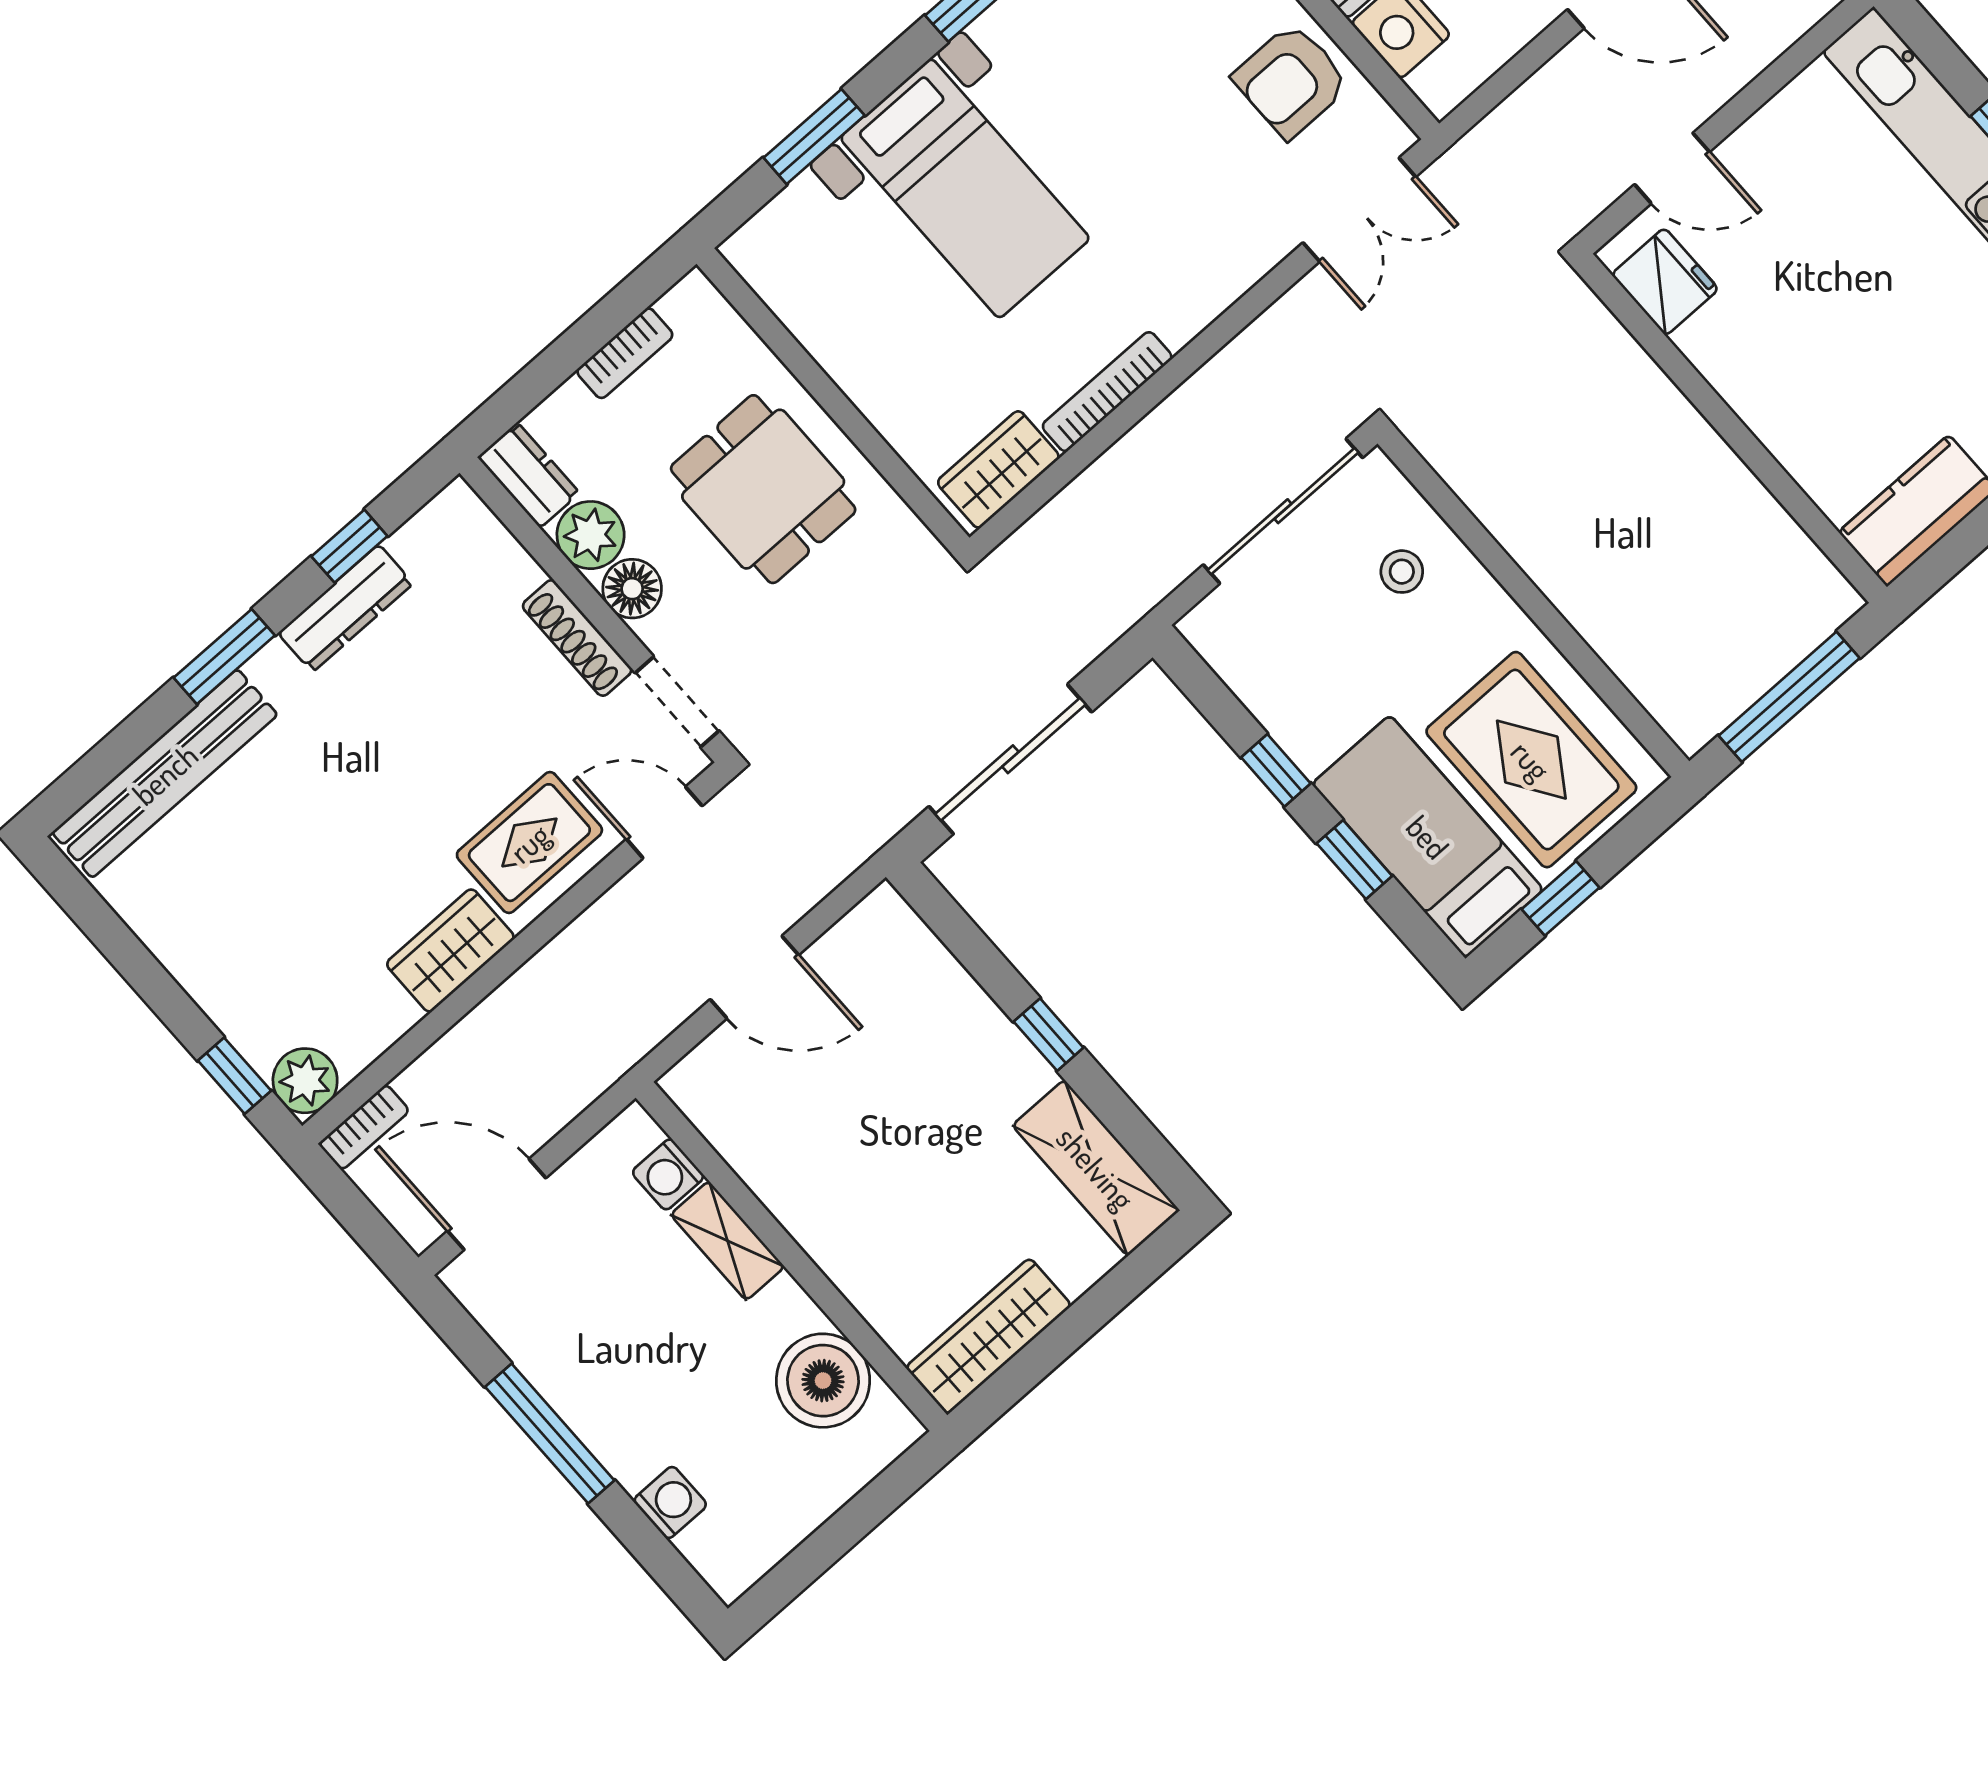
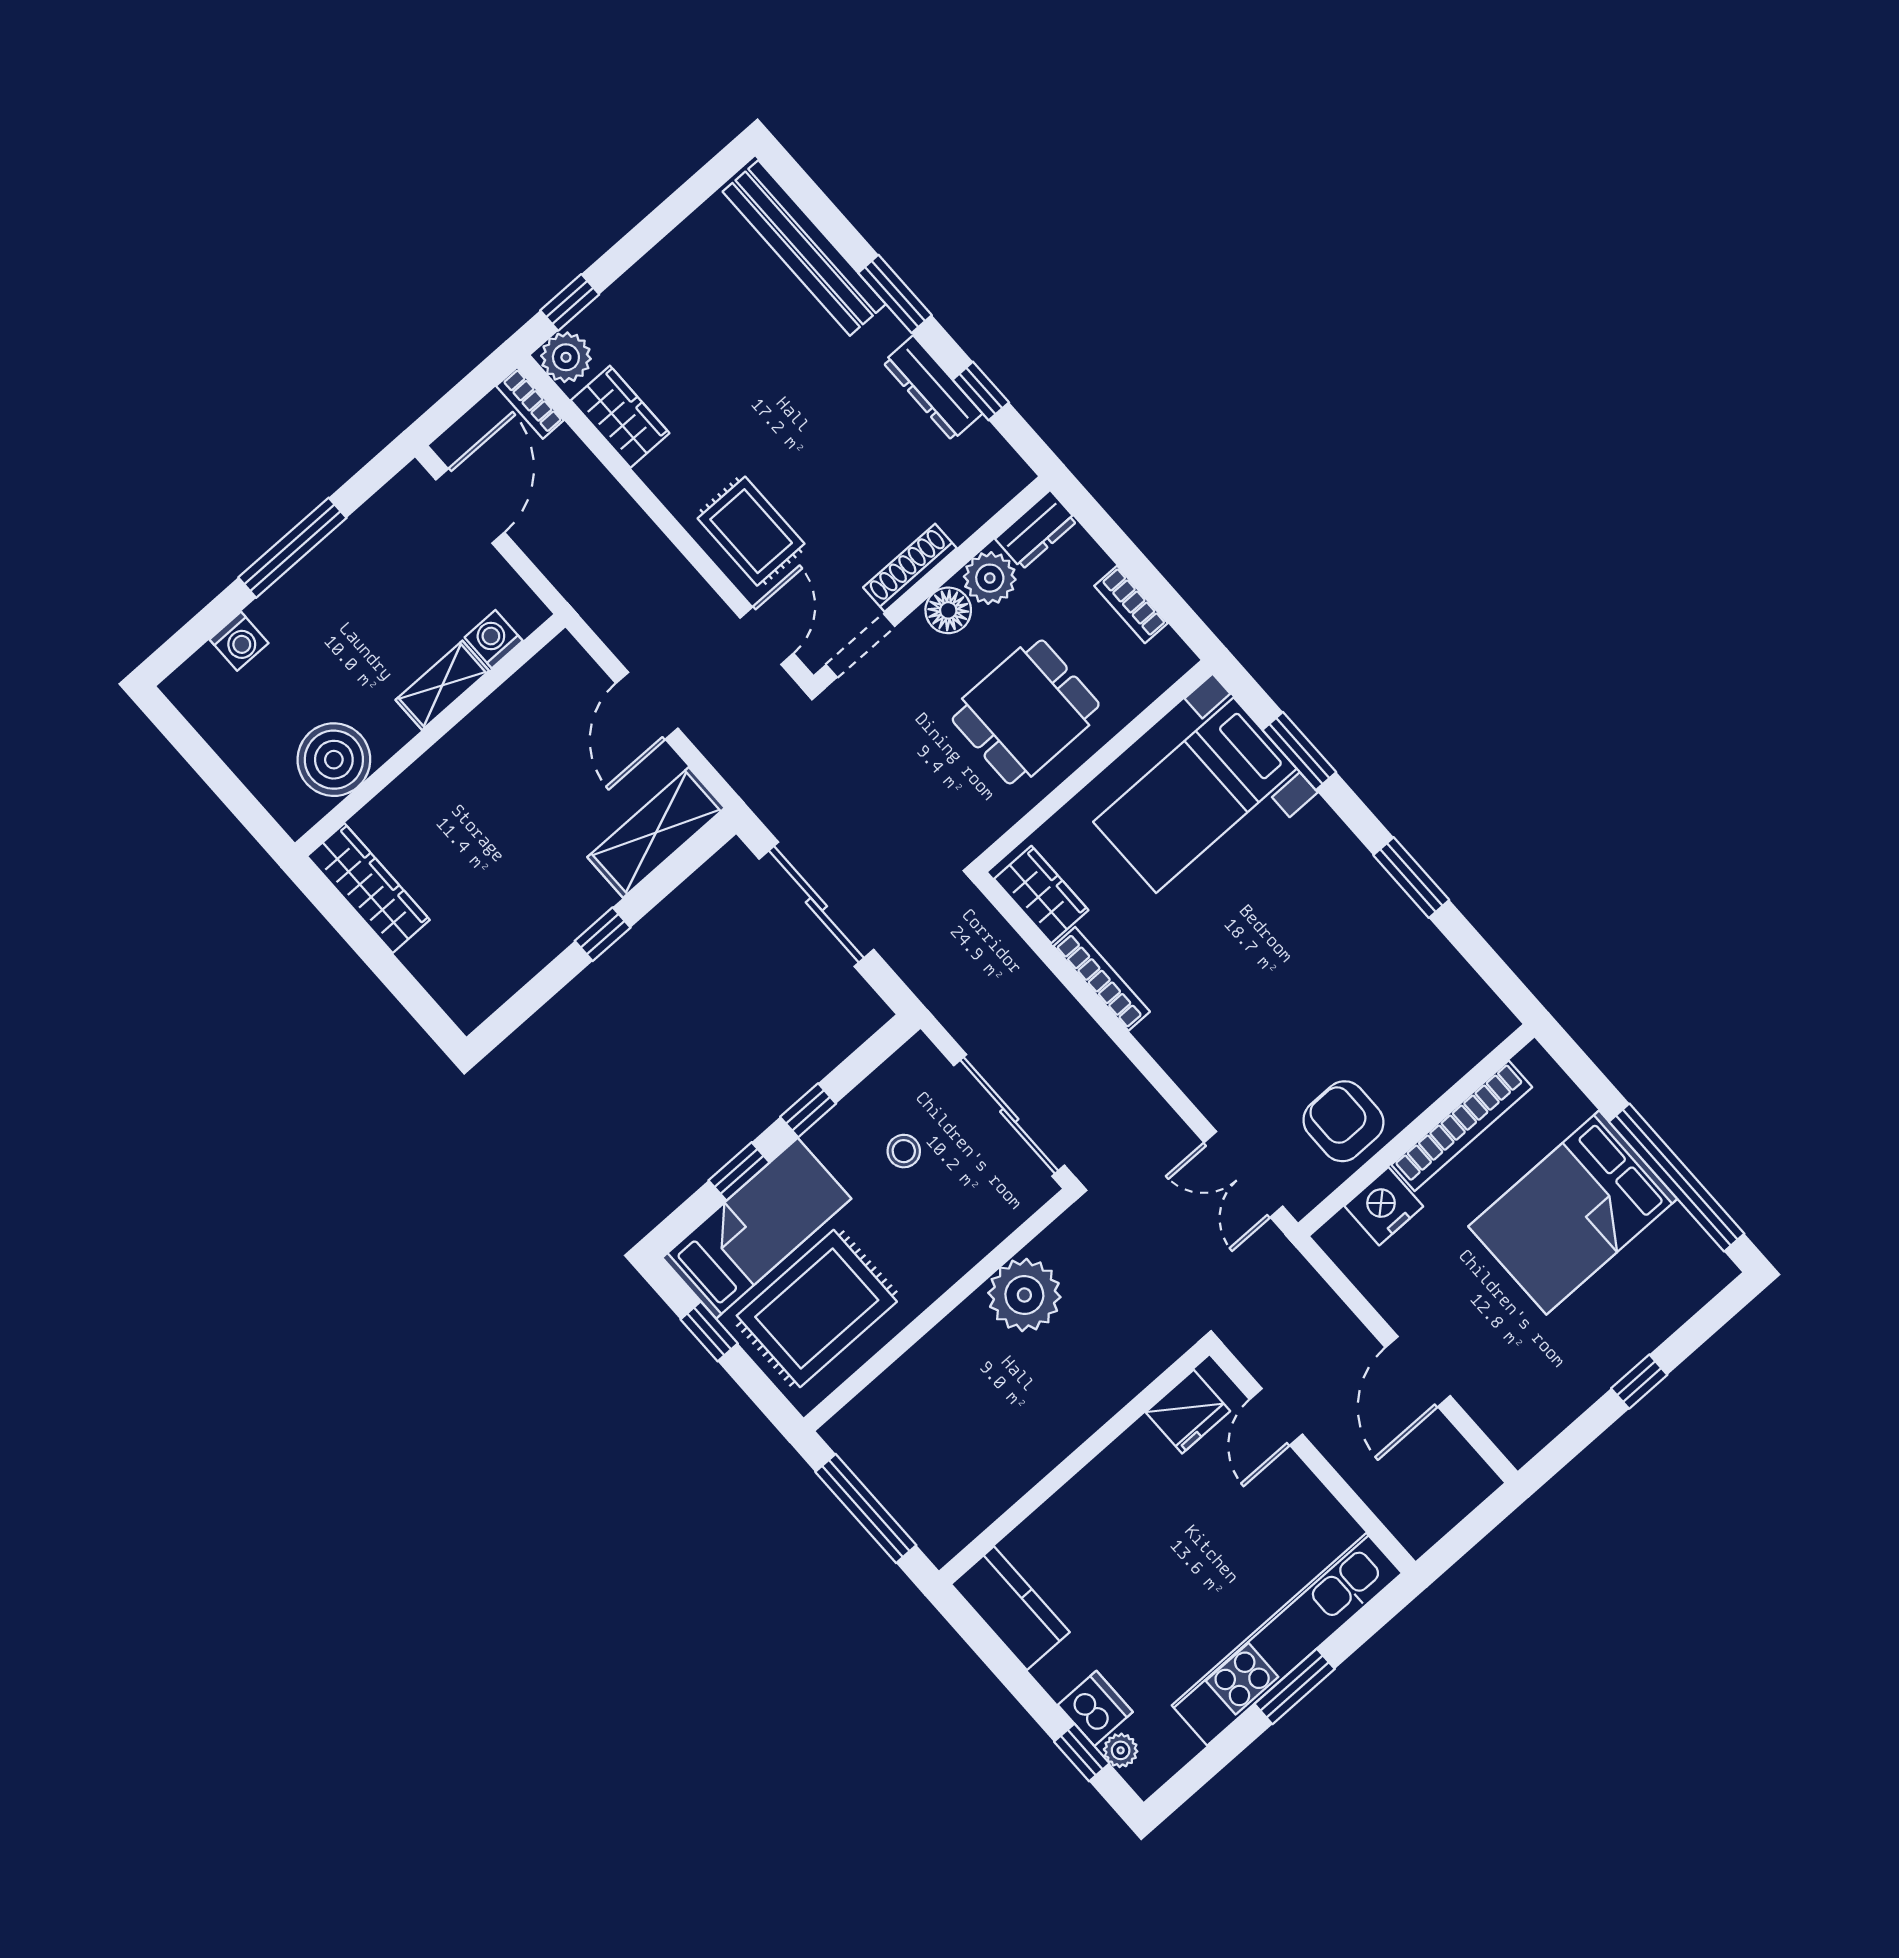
bed with nightstands: (965, 188) -> (1195, 795), moved
plant: (1514, 492) -> (1024, 1295), added
stool: (1402, 572) -> (904, 1151), moved
wardrobe: (450, 951) -> (620, 417), moved
shelving: (1096, 1168) -> (656, 832), moved

